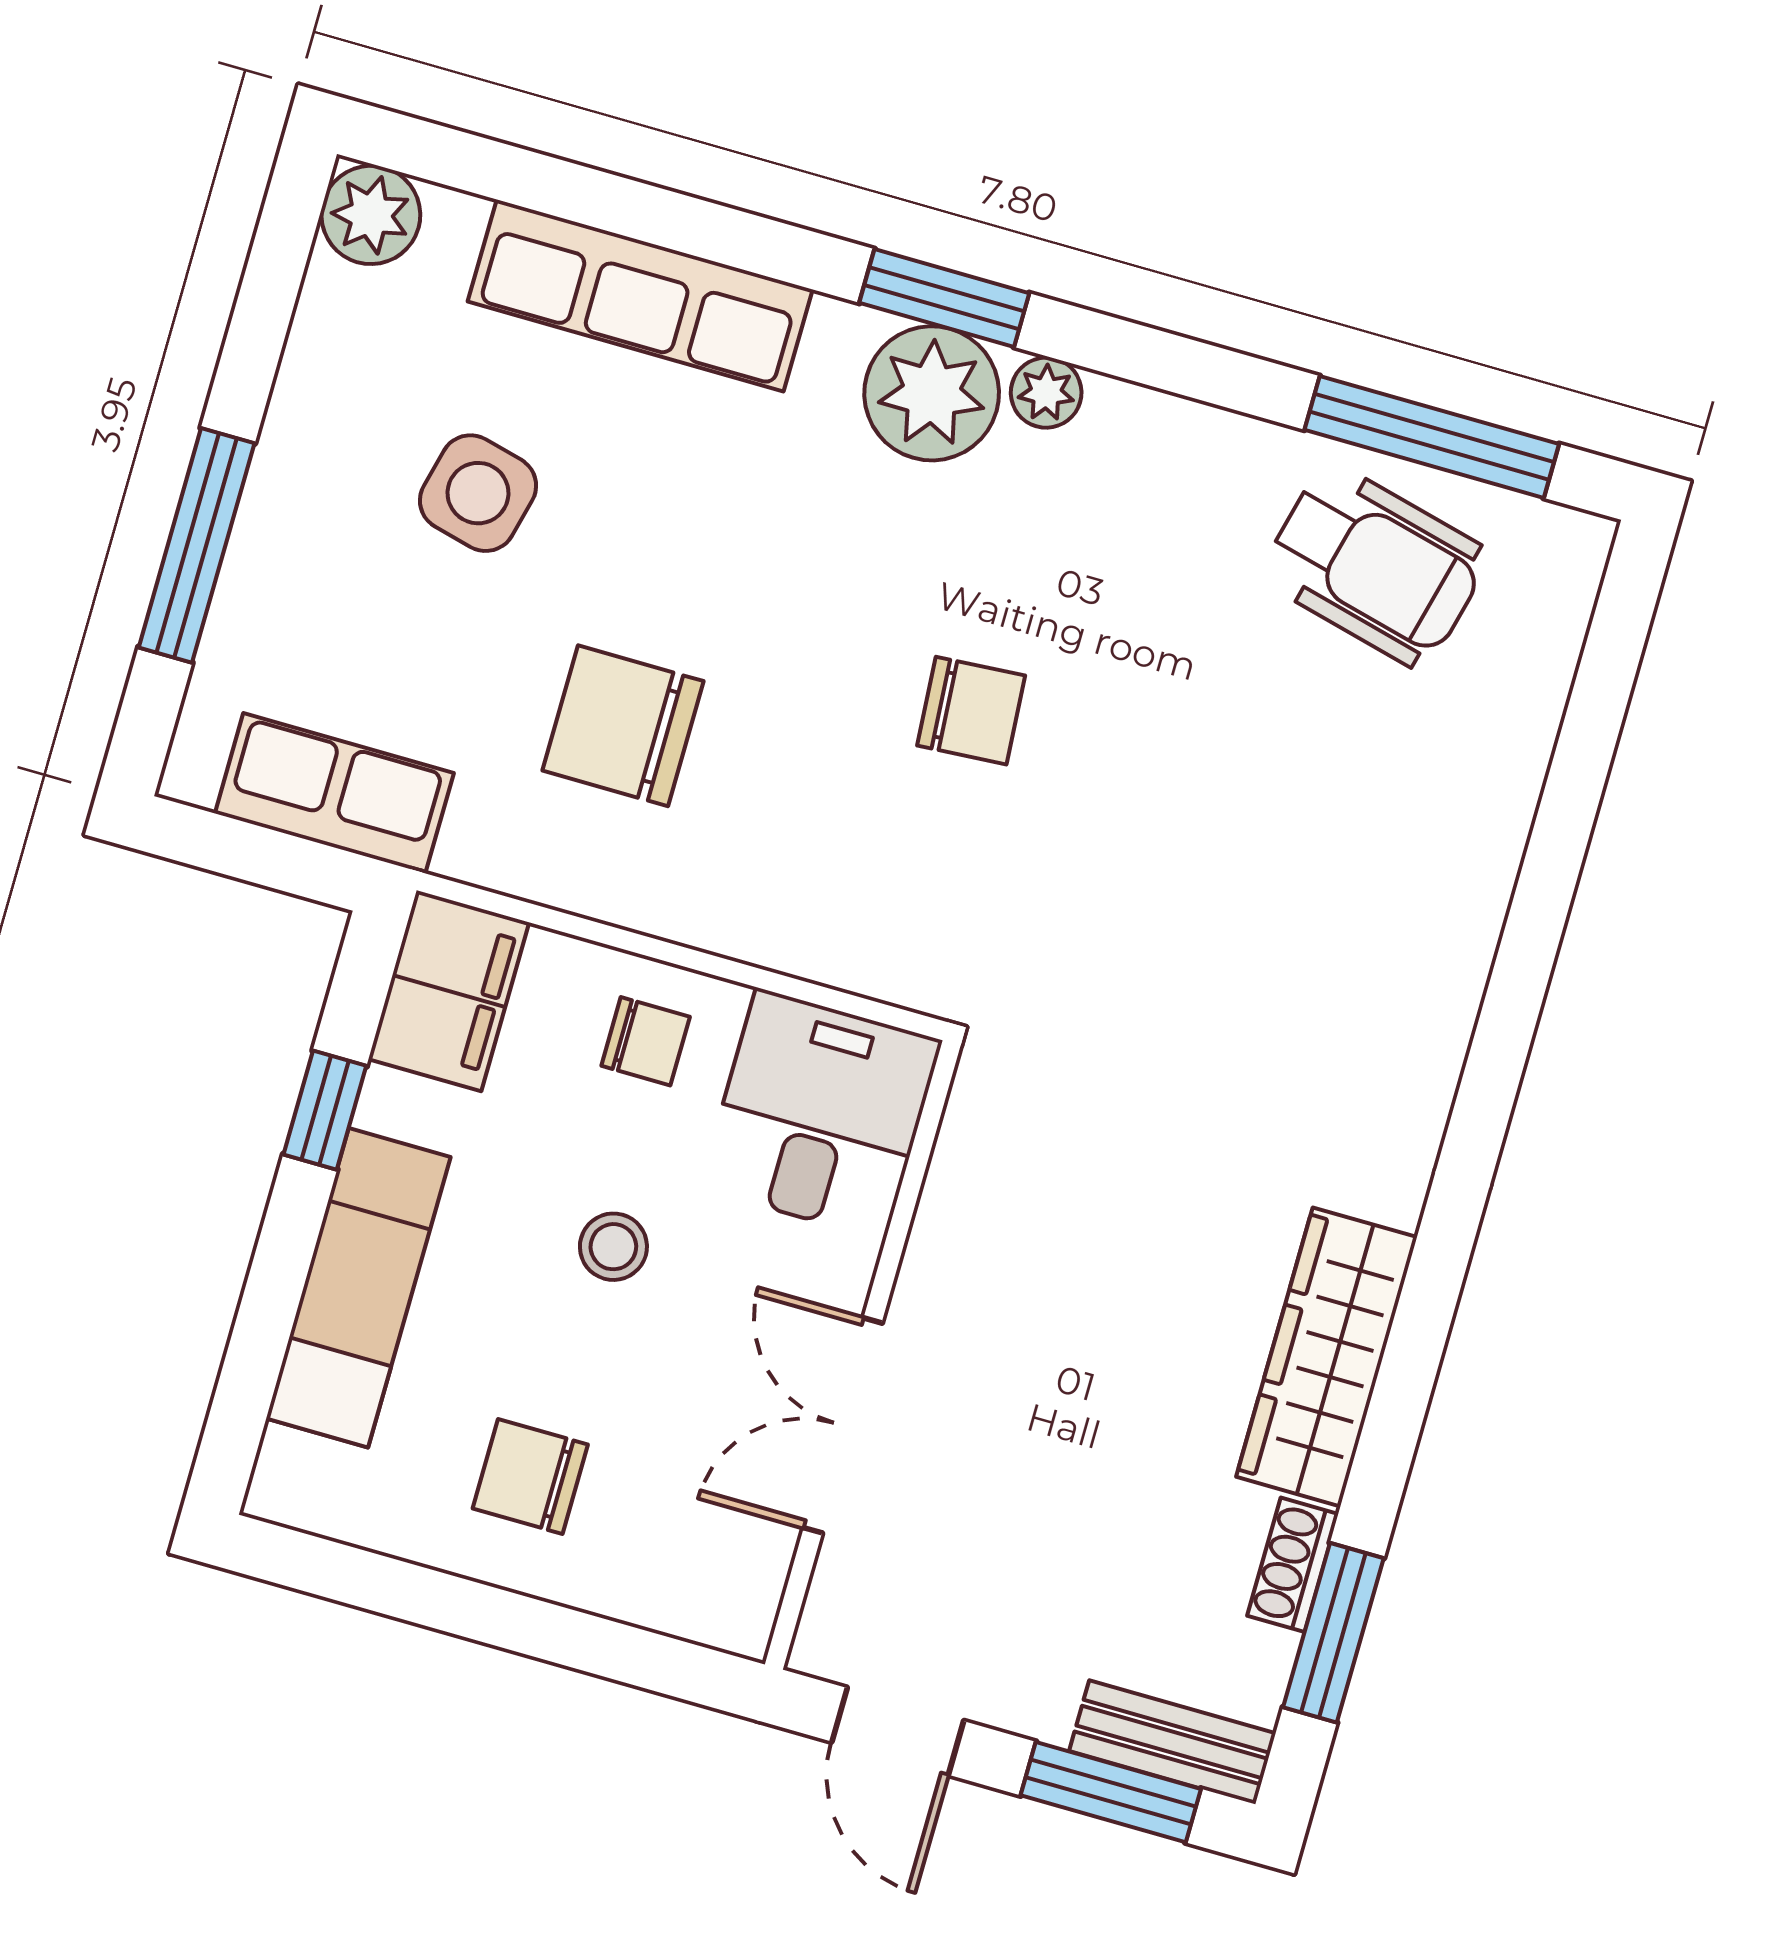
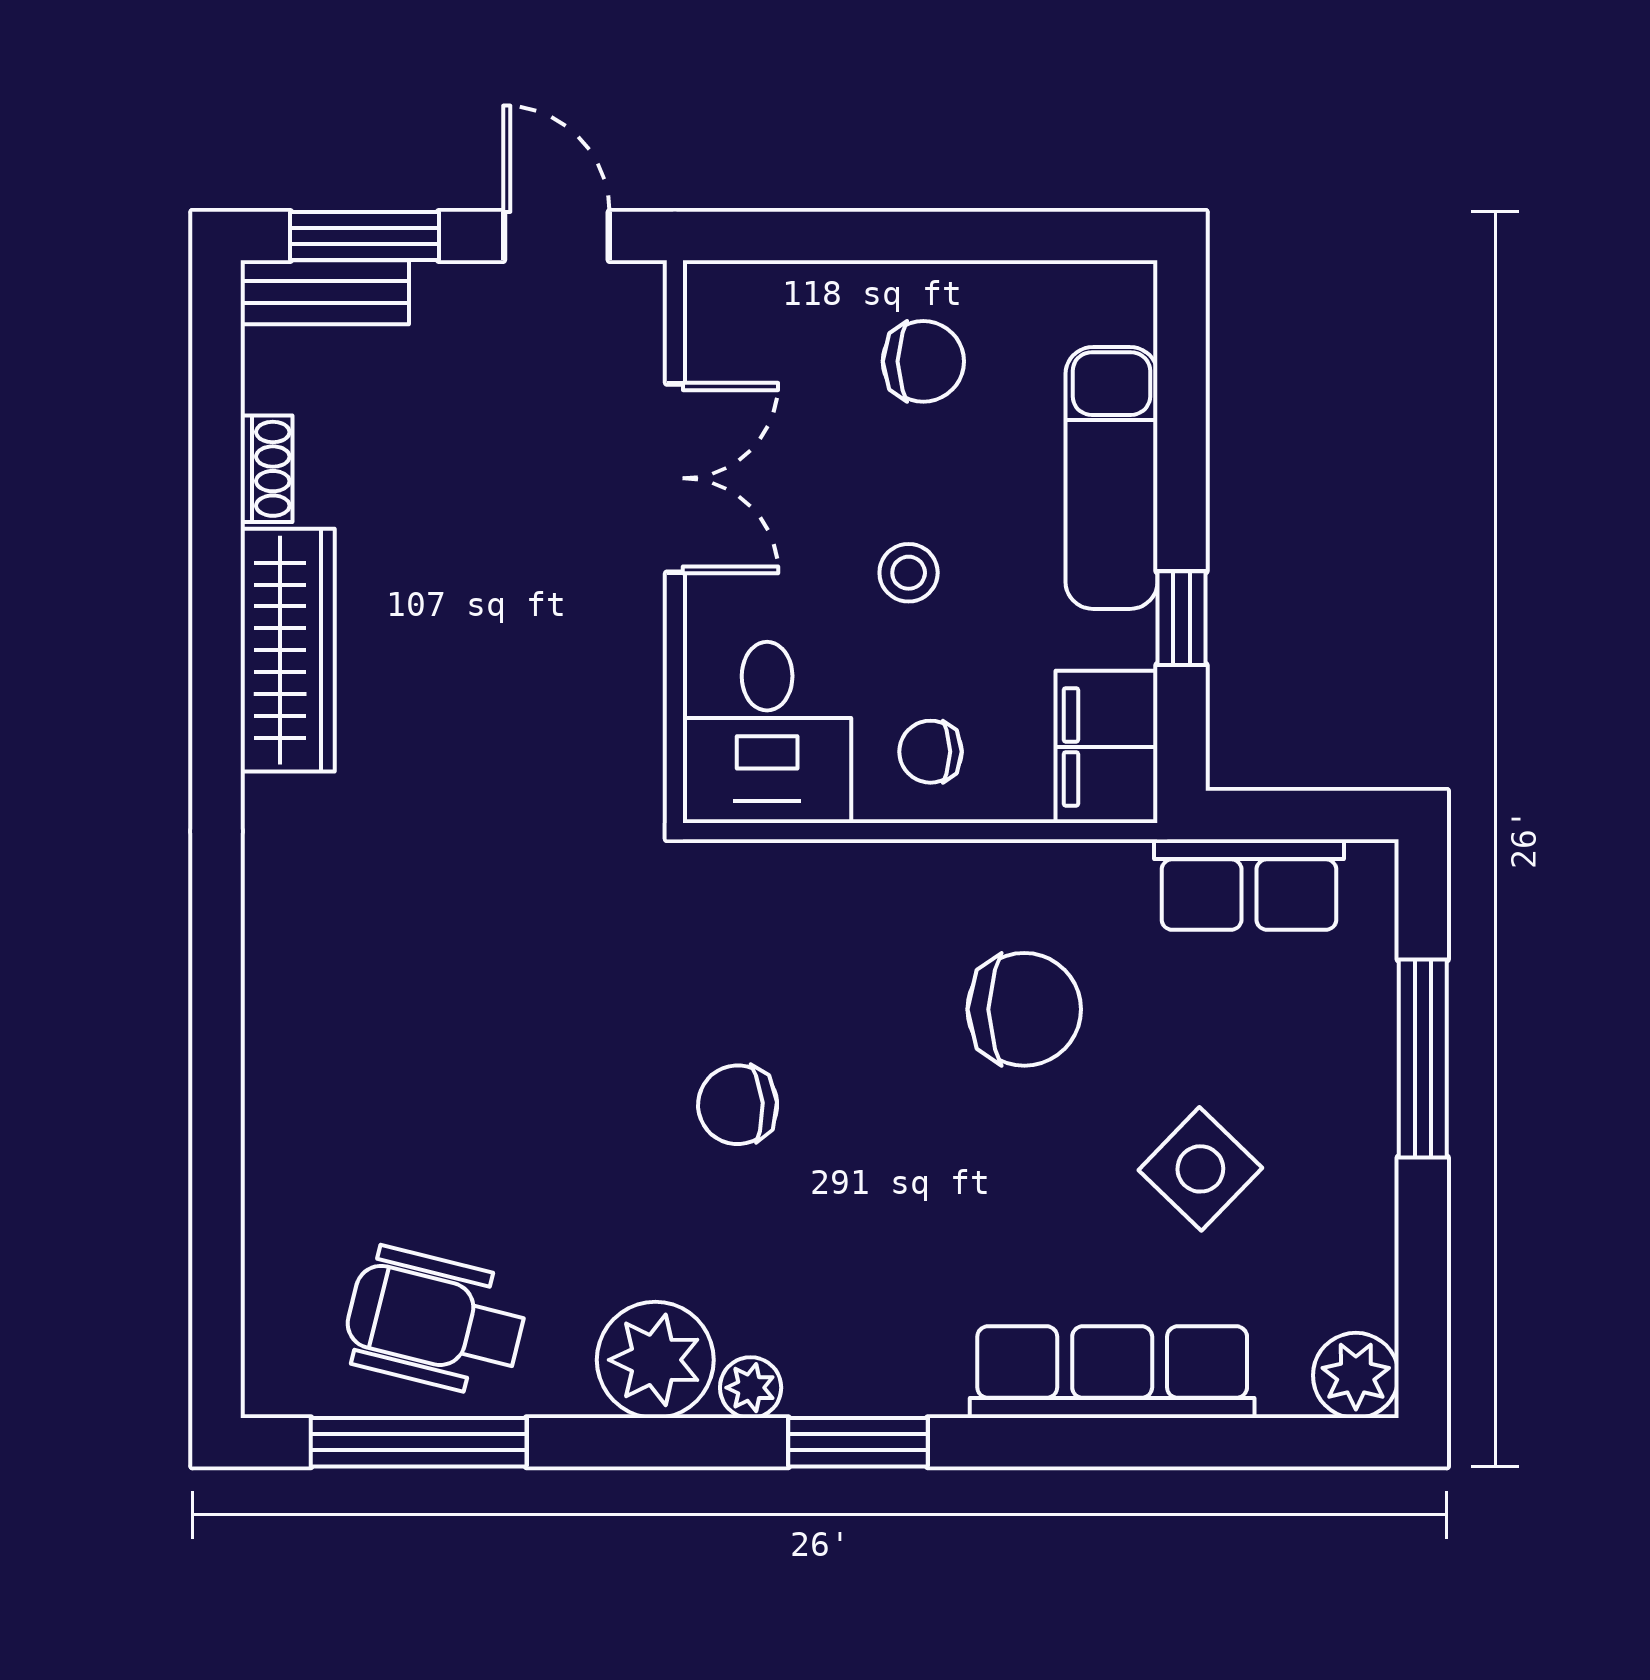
plant: (932, 393) -> (655, 1360), moved
side table: (478, 493) -> (1200, 1169), turned 30
window: (1333, 1633) -> (217, 422), removed

